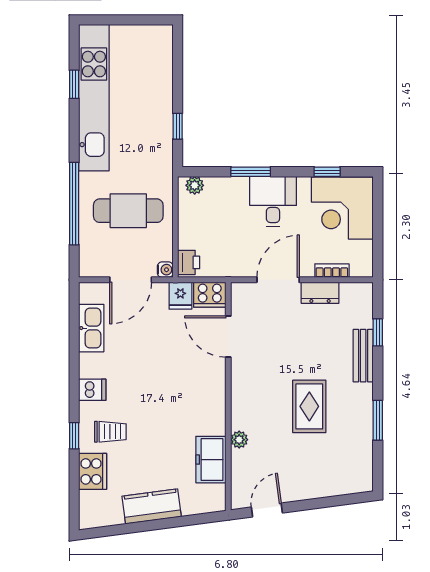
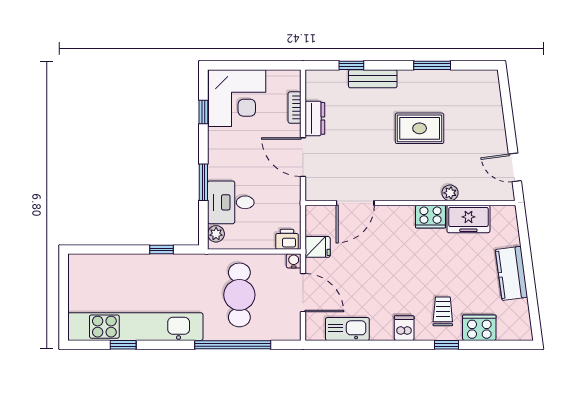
desk: (273, 201) -> (231, 202), moved
cooker: (210, 295) -> (431, 217), moved, turned 90

